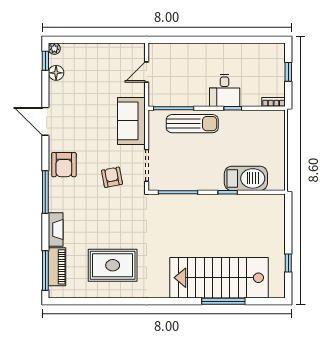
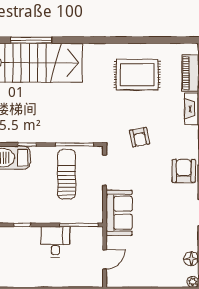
desk: (225, 90) -> (55, 242), moved
sun lounger: (192, 124) -> (67, 174), moved, turned 90
armchair: (112, 177) -> (140, 137), moved

